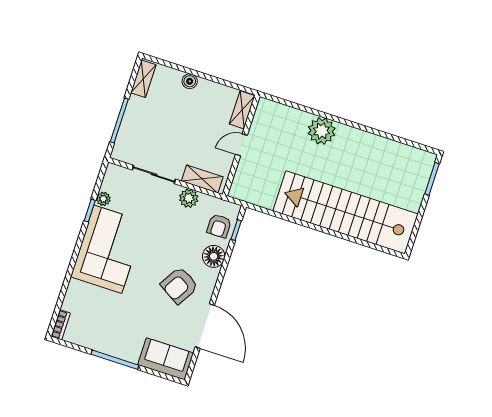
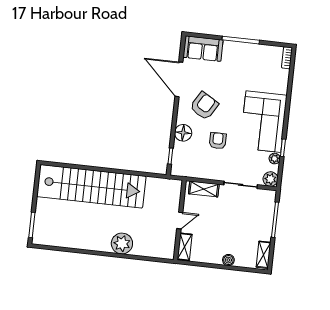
plant: (189, 198) -> (270, 179), moved
armchair: (219, 226) -> (218, 141), moved

